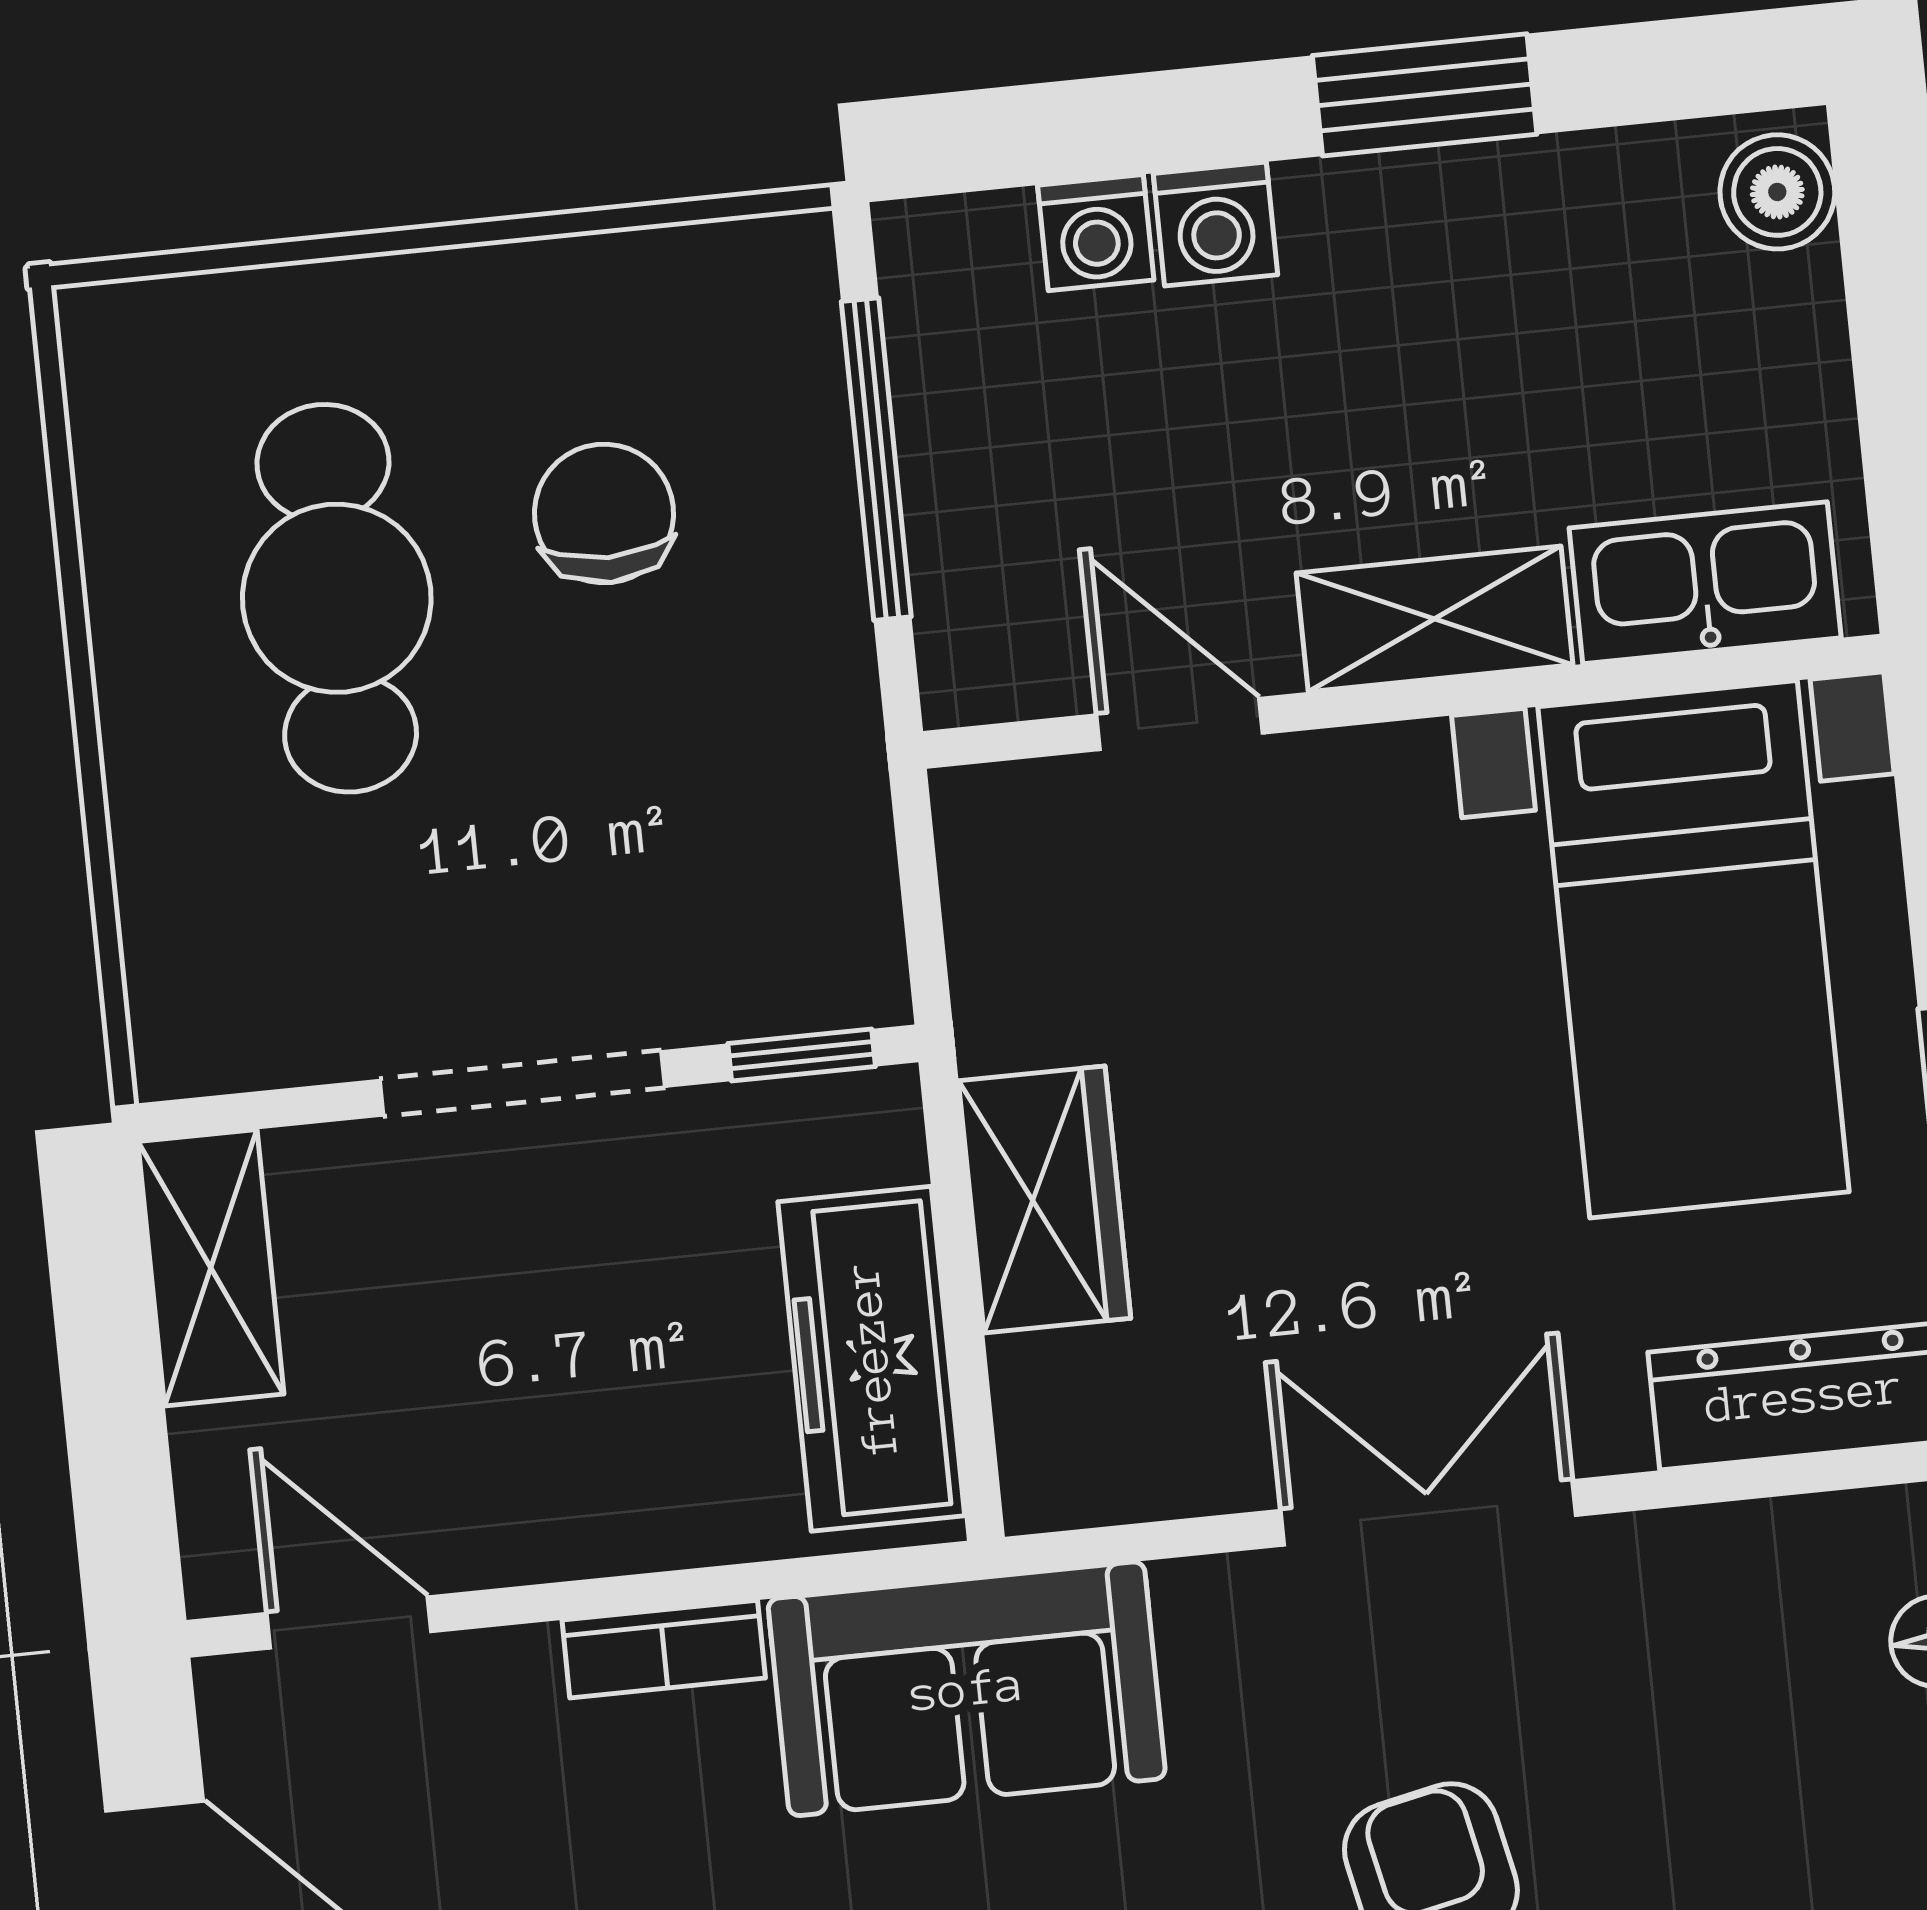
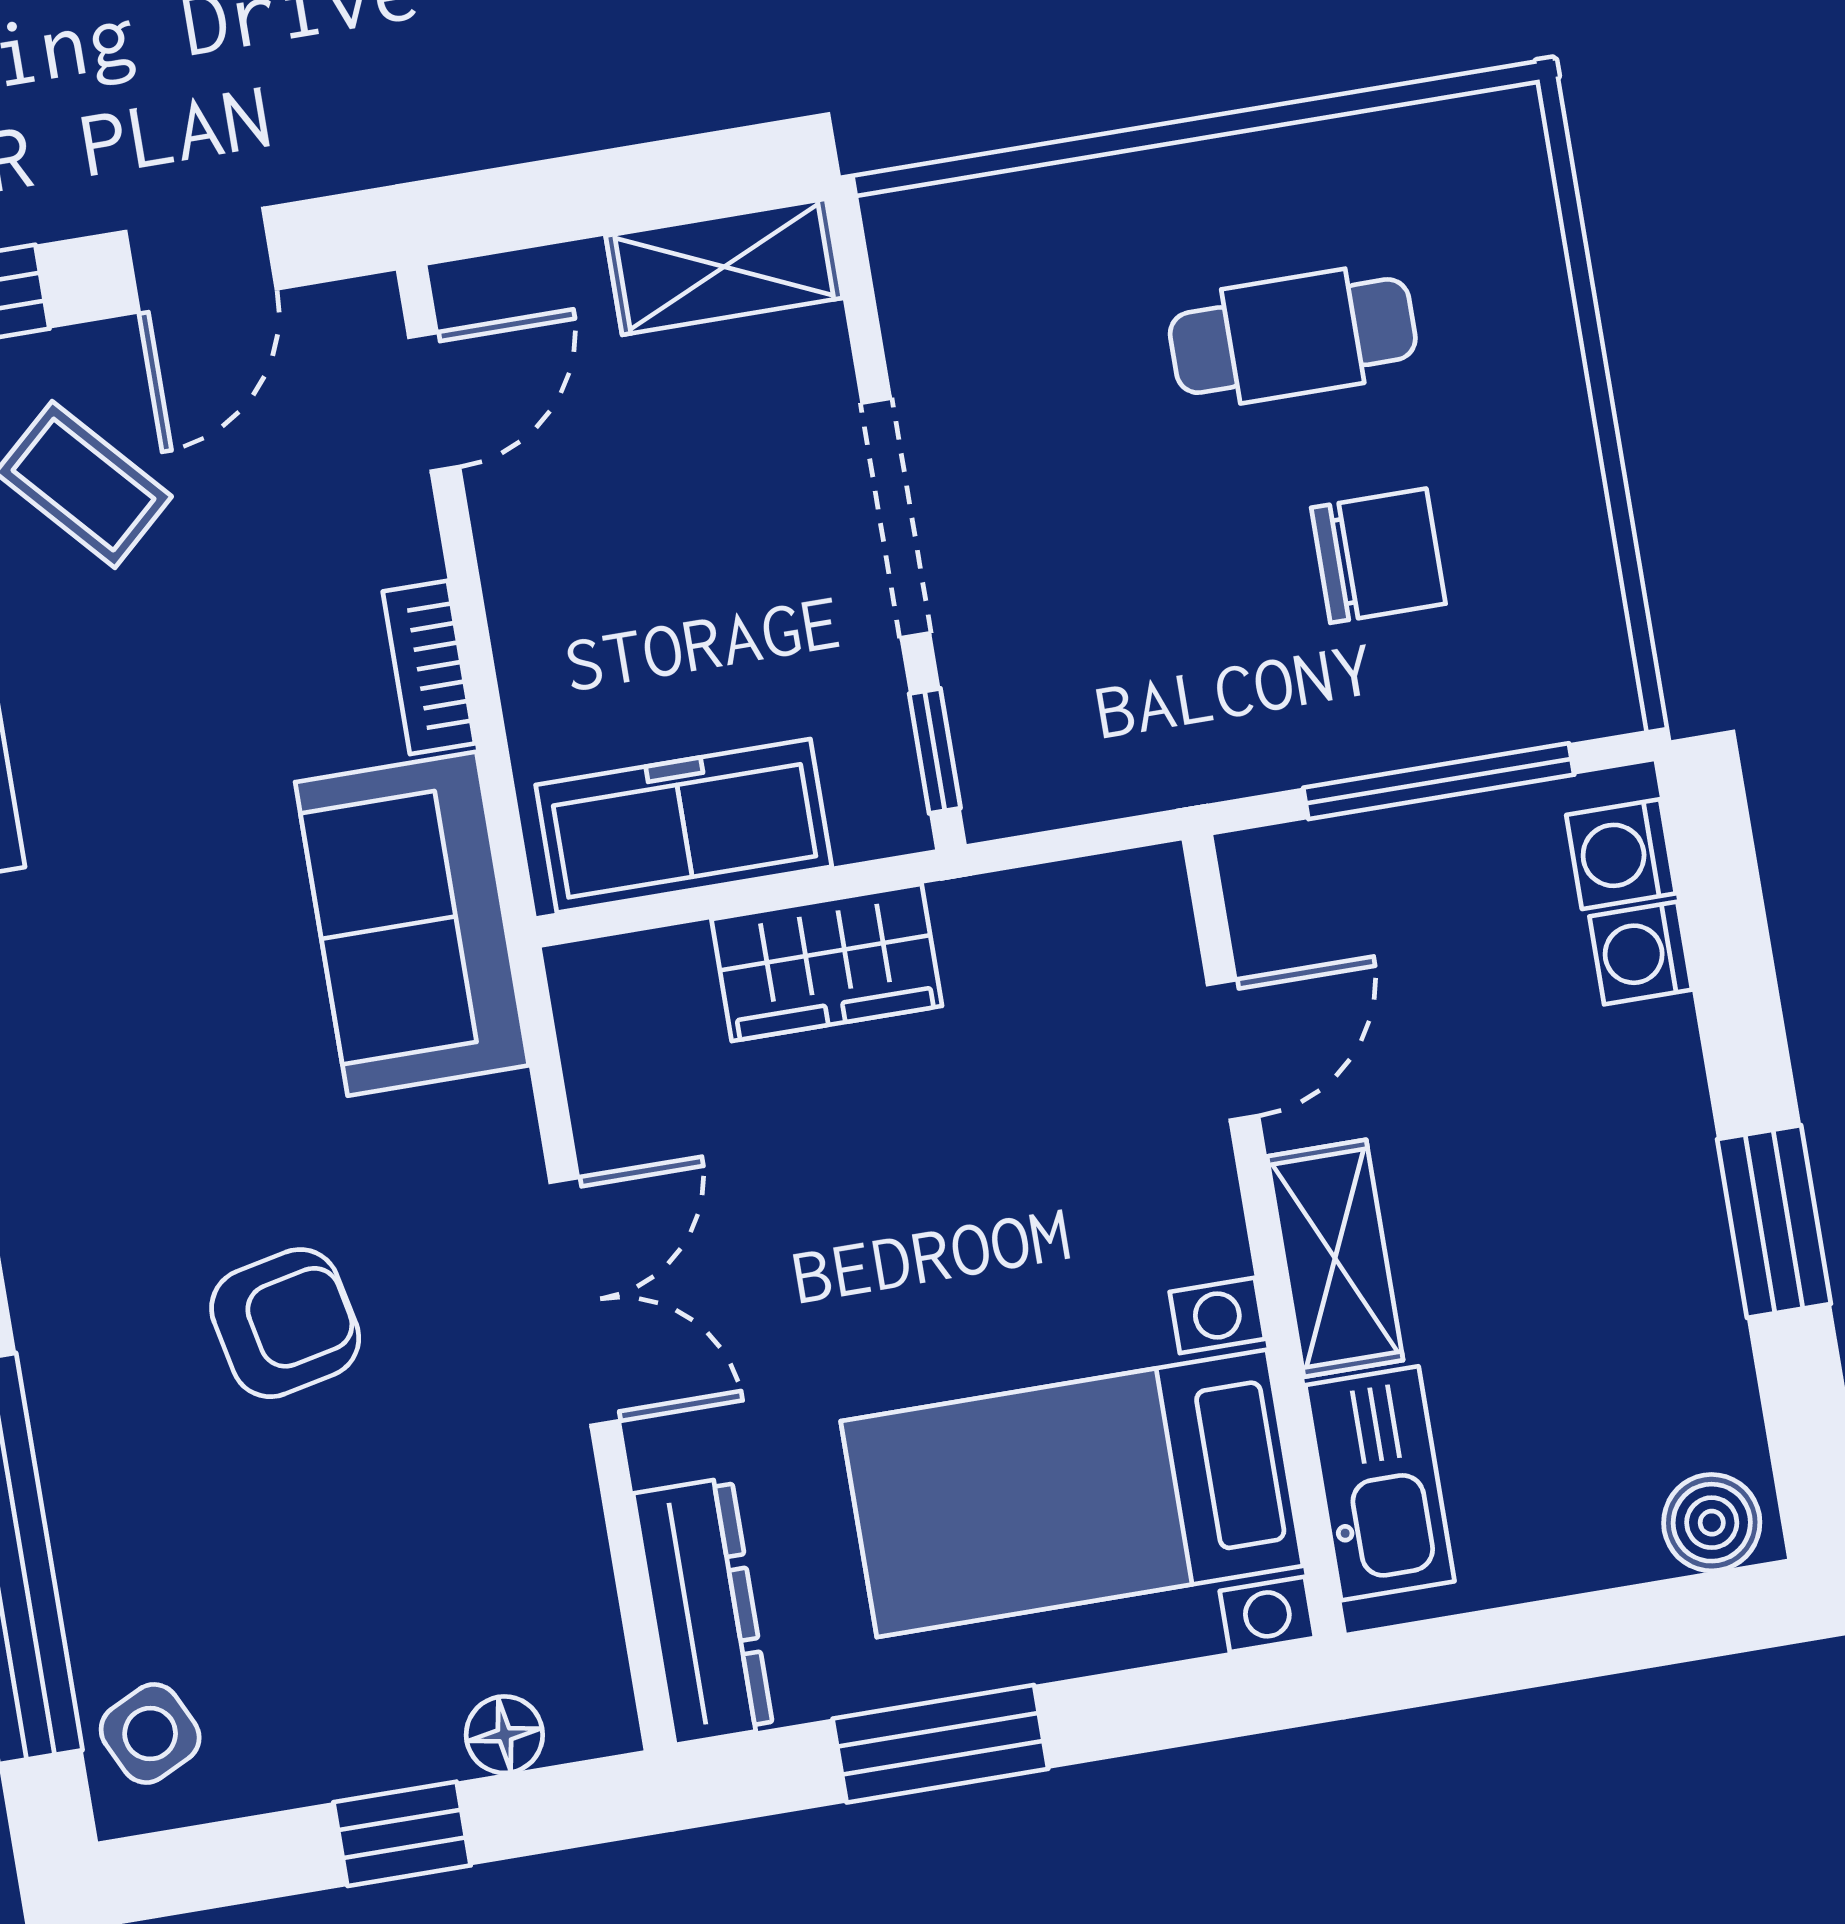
washing machine: (1215, 224) -> (1621, 854), moved
cafe table: (337, 598) -> (1293, 336), width x0.73, depth x0.74

